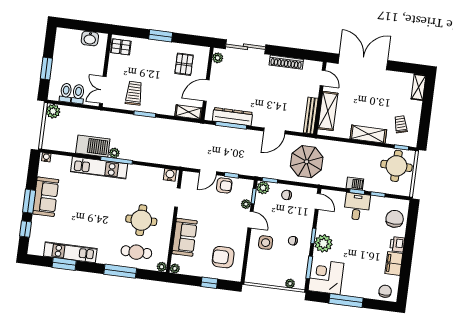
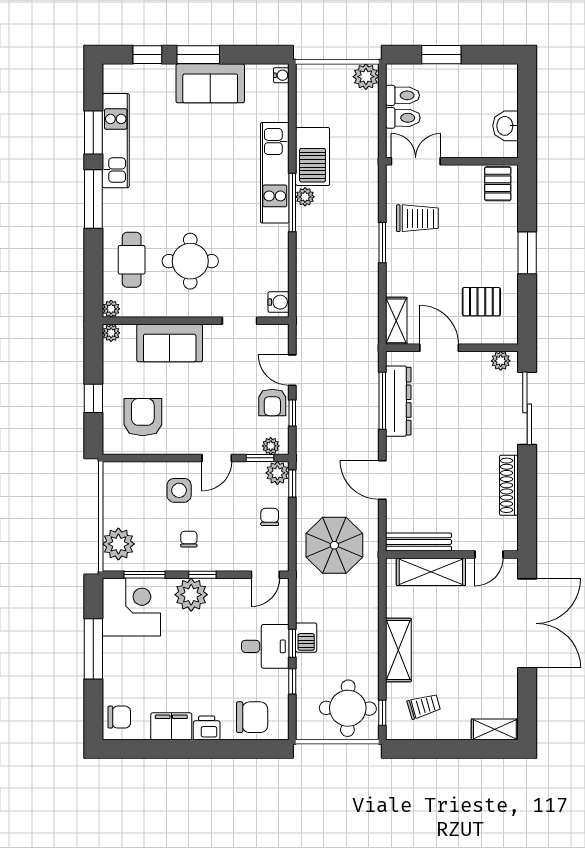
plant: (246, 204) -> (271, 446), moved
window: (120, 271) -> (93, 199), moved
plant: (290, 284) -> (118, 544), width x1.88, depth x1.88

